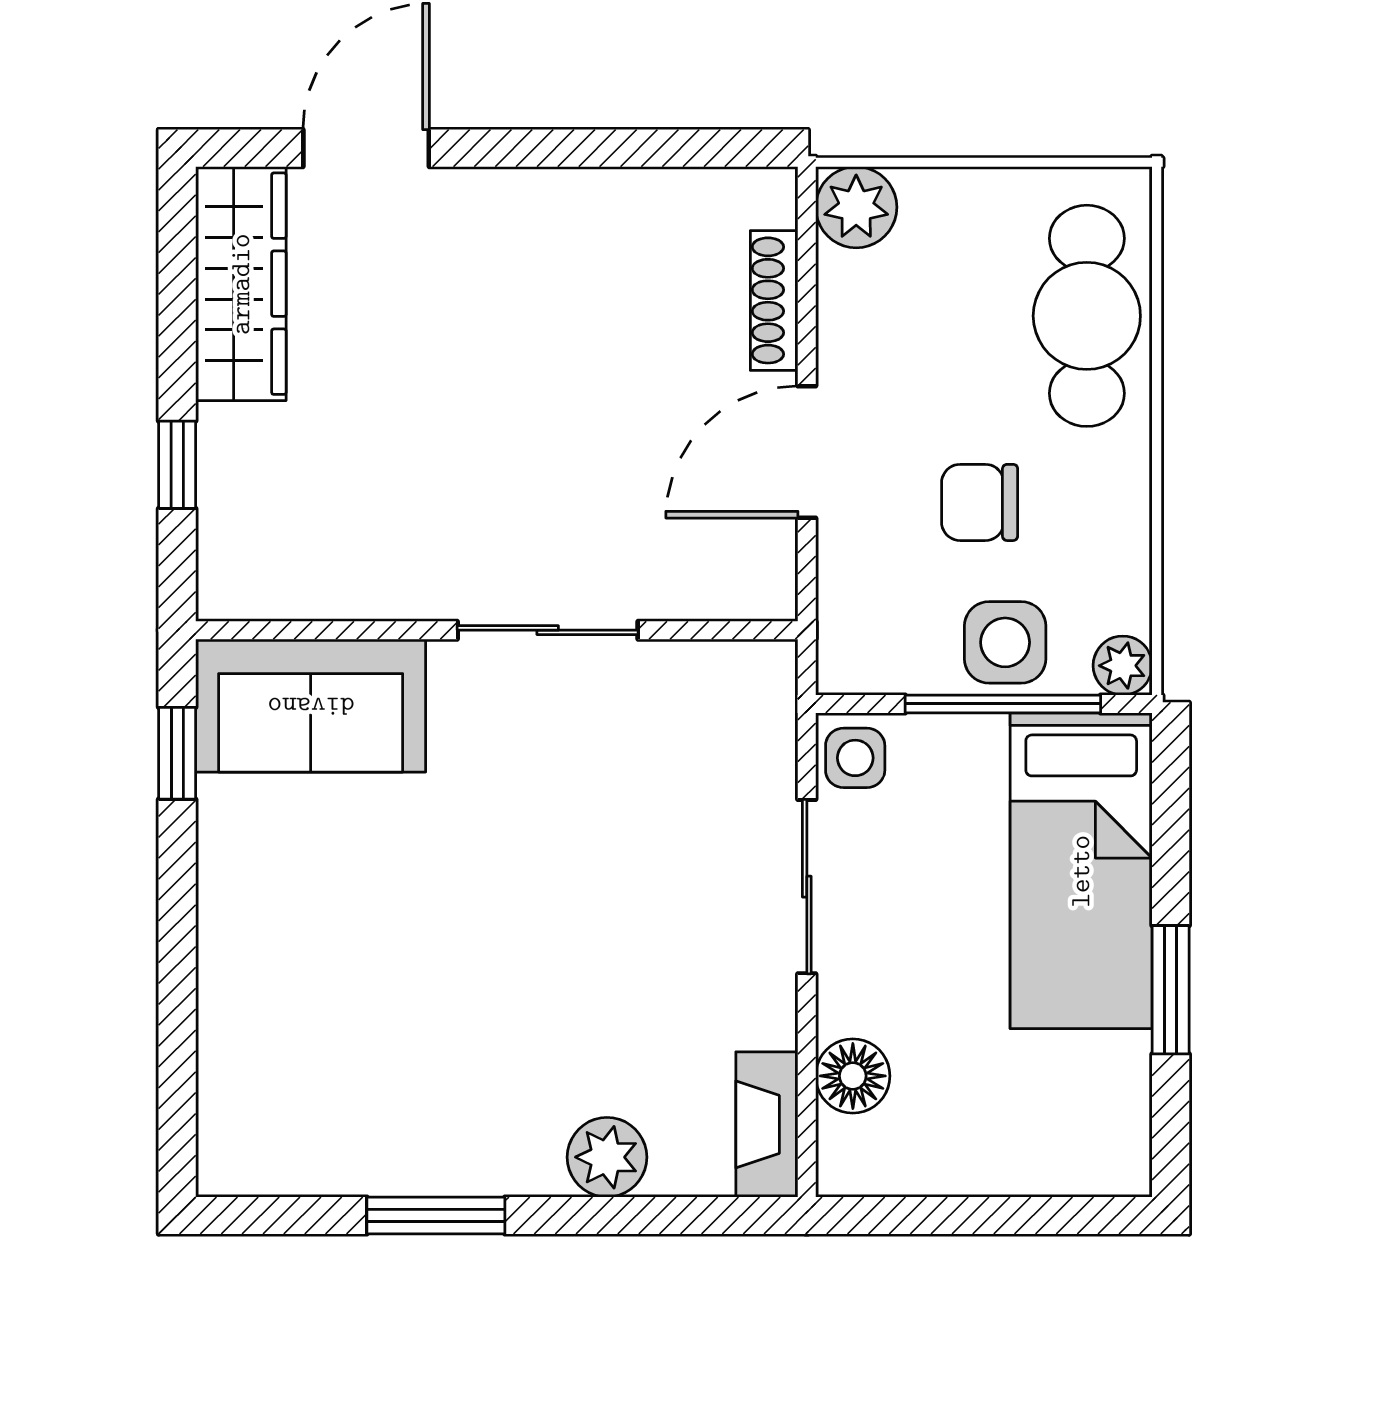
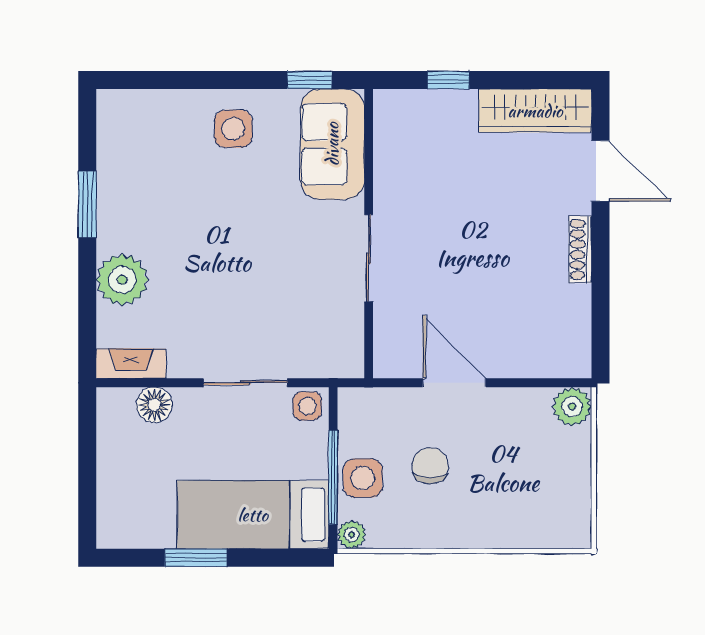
shoe rack: (774, 300) -> (580, 249), moved, turned -90
cafe table: (1087, 316) -> (520, 517), removed
side table: (279, 912) -> (233, 129), added
plant: (607, 1157) -> (122, 280), width x1.36, depth x1.36

